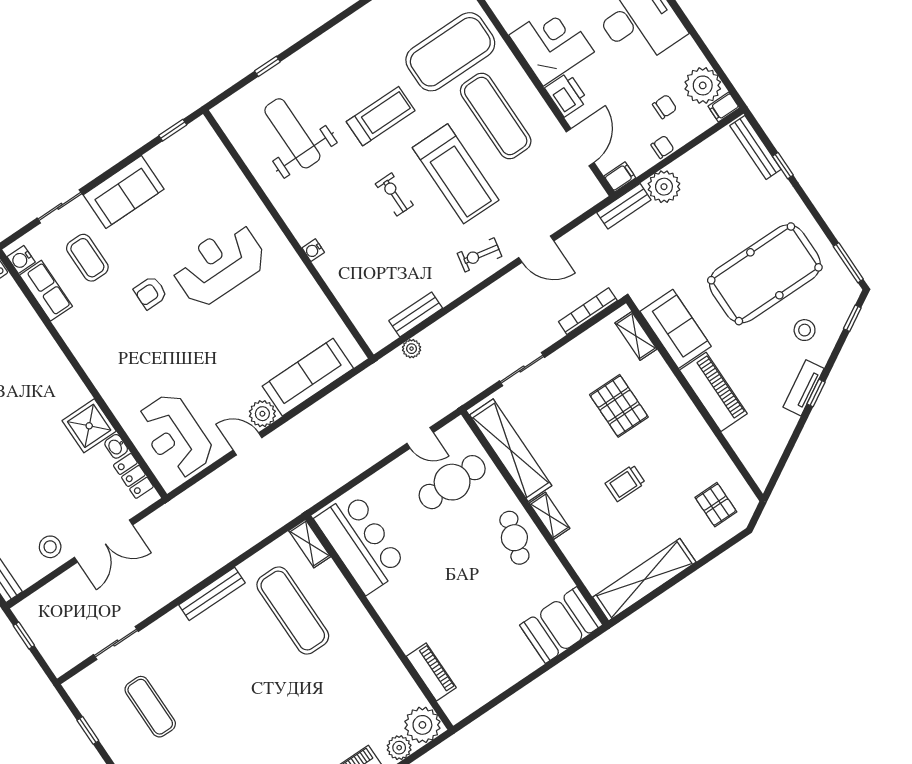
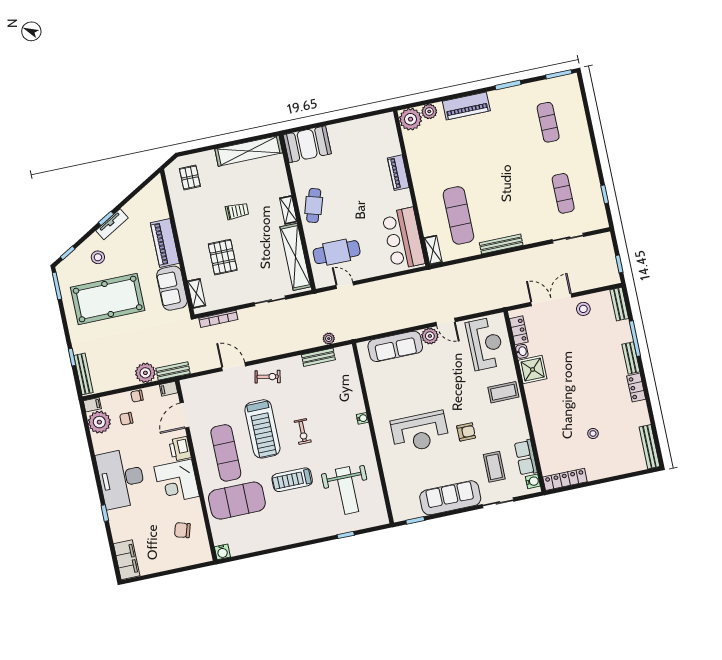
treadmill: (456, 174) -> (262, 429), turned 180
sofa: (124, 192) -> (450, 498), width x1.36
coffee table: (119, 374) -> (503, 392), added
piano: (431, 672) -> (398, 173), moved

